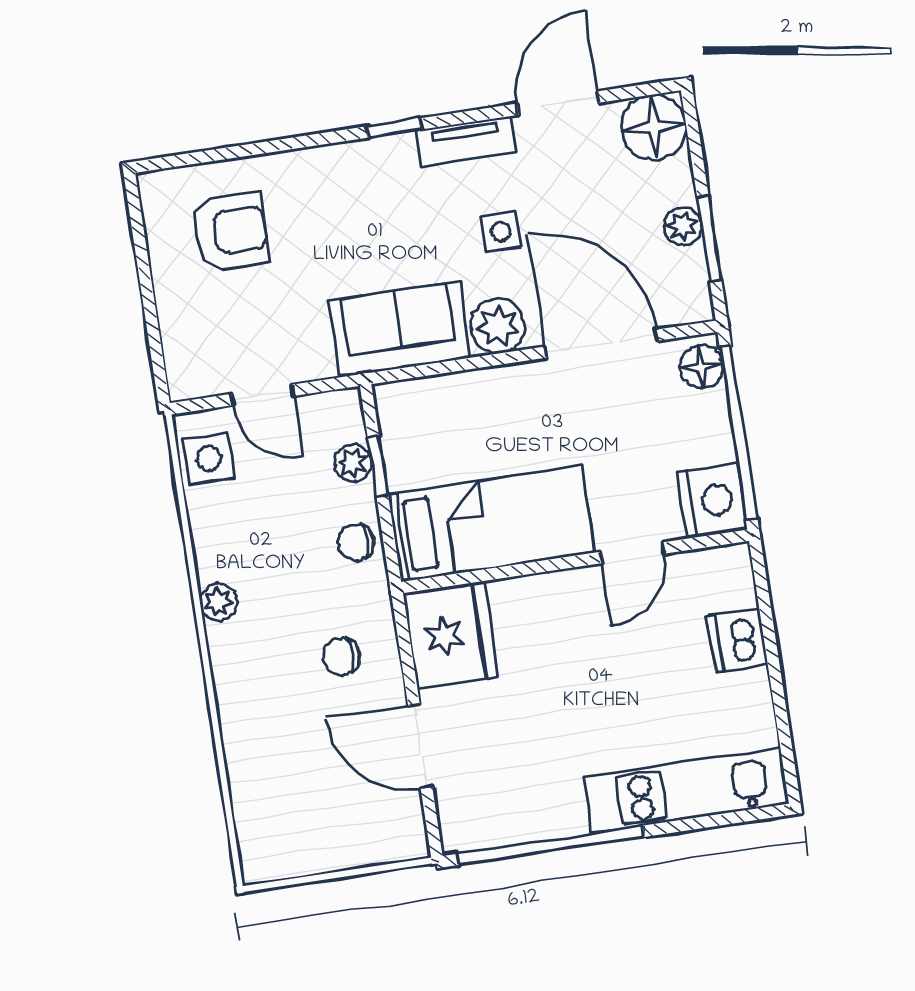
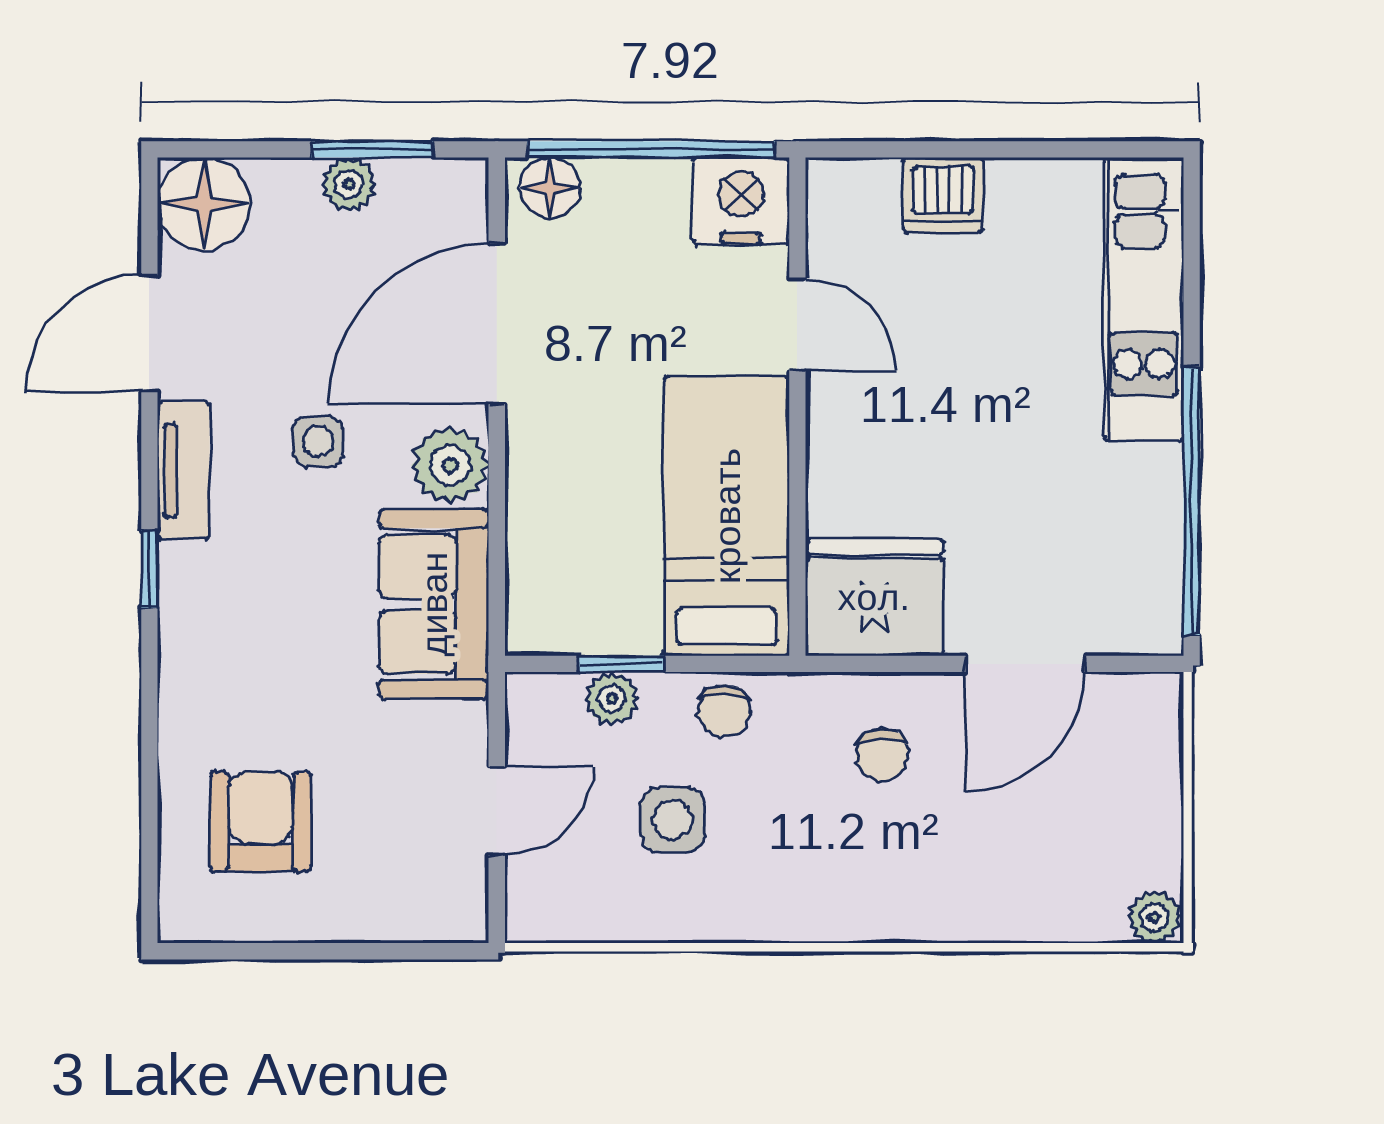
door: (558, 103) -> (149, 333), hinge flipped
side table: (209, 458) -> (673, 820), moved
plant: (218, 602) -> (1154, 917), moved

